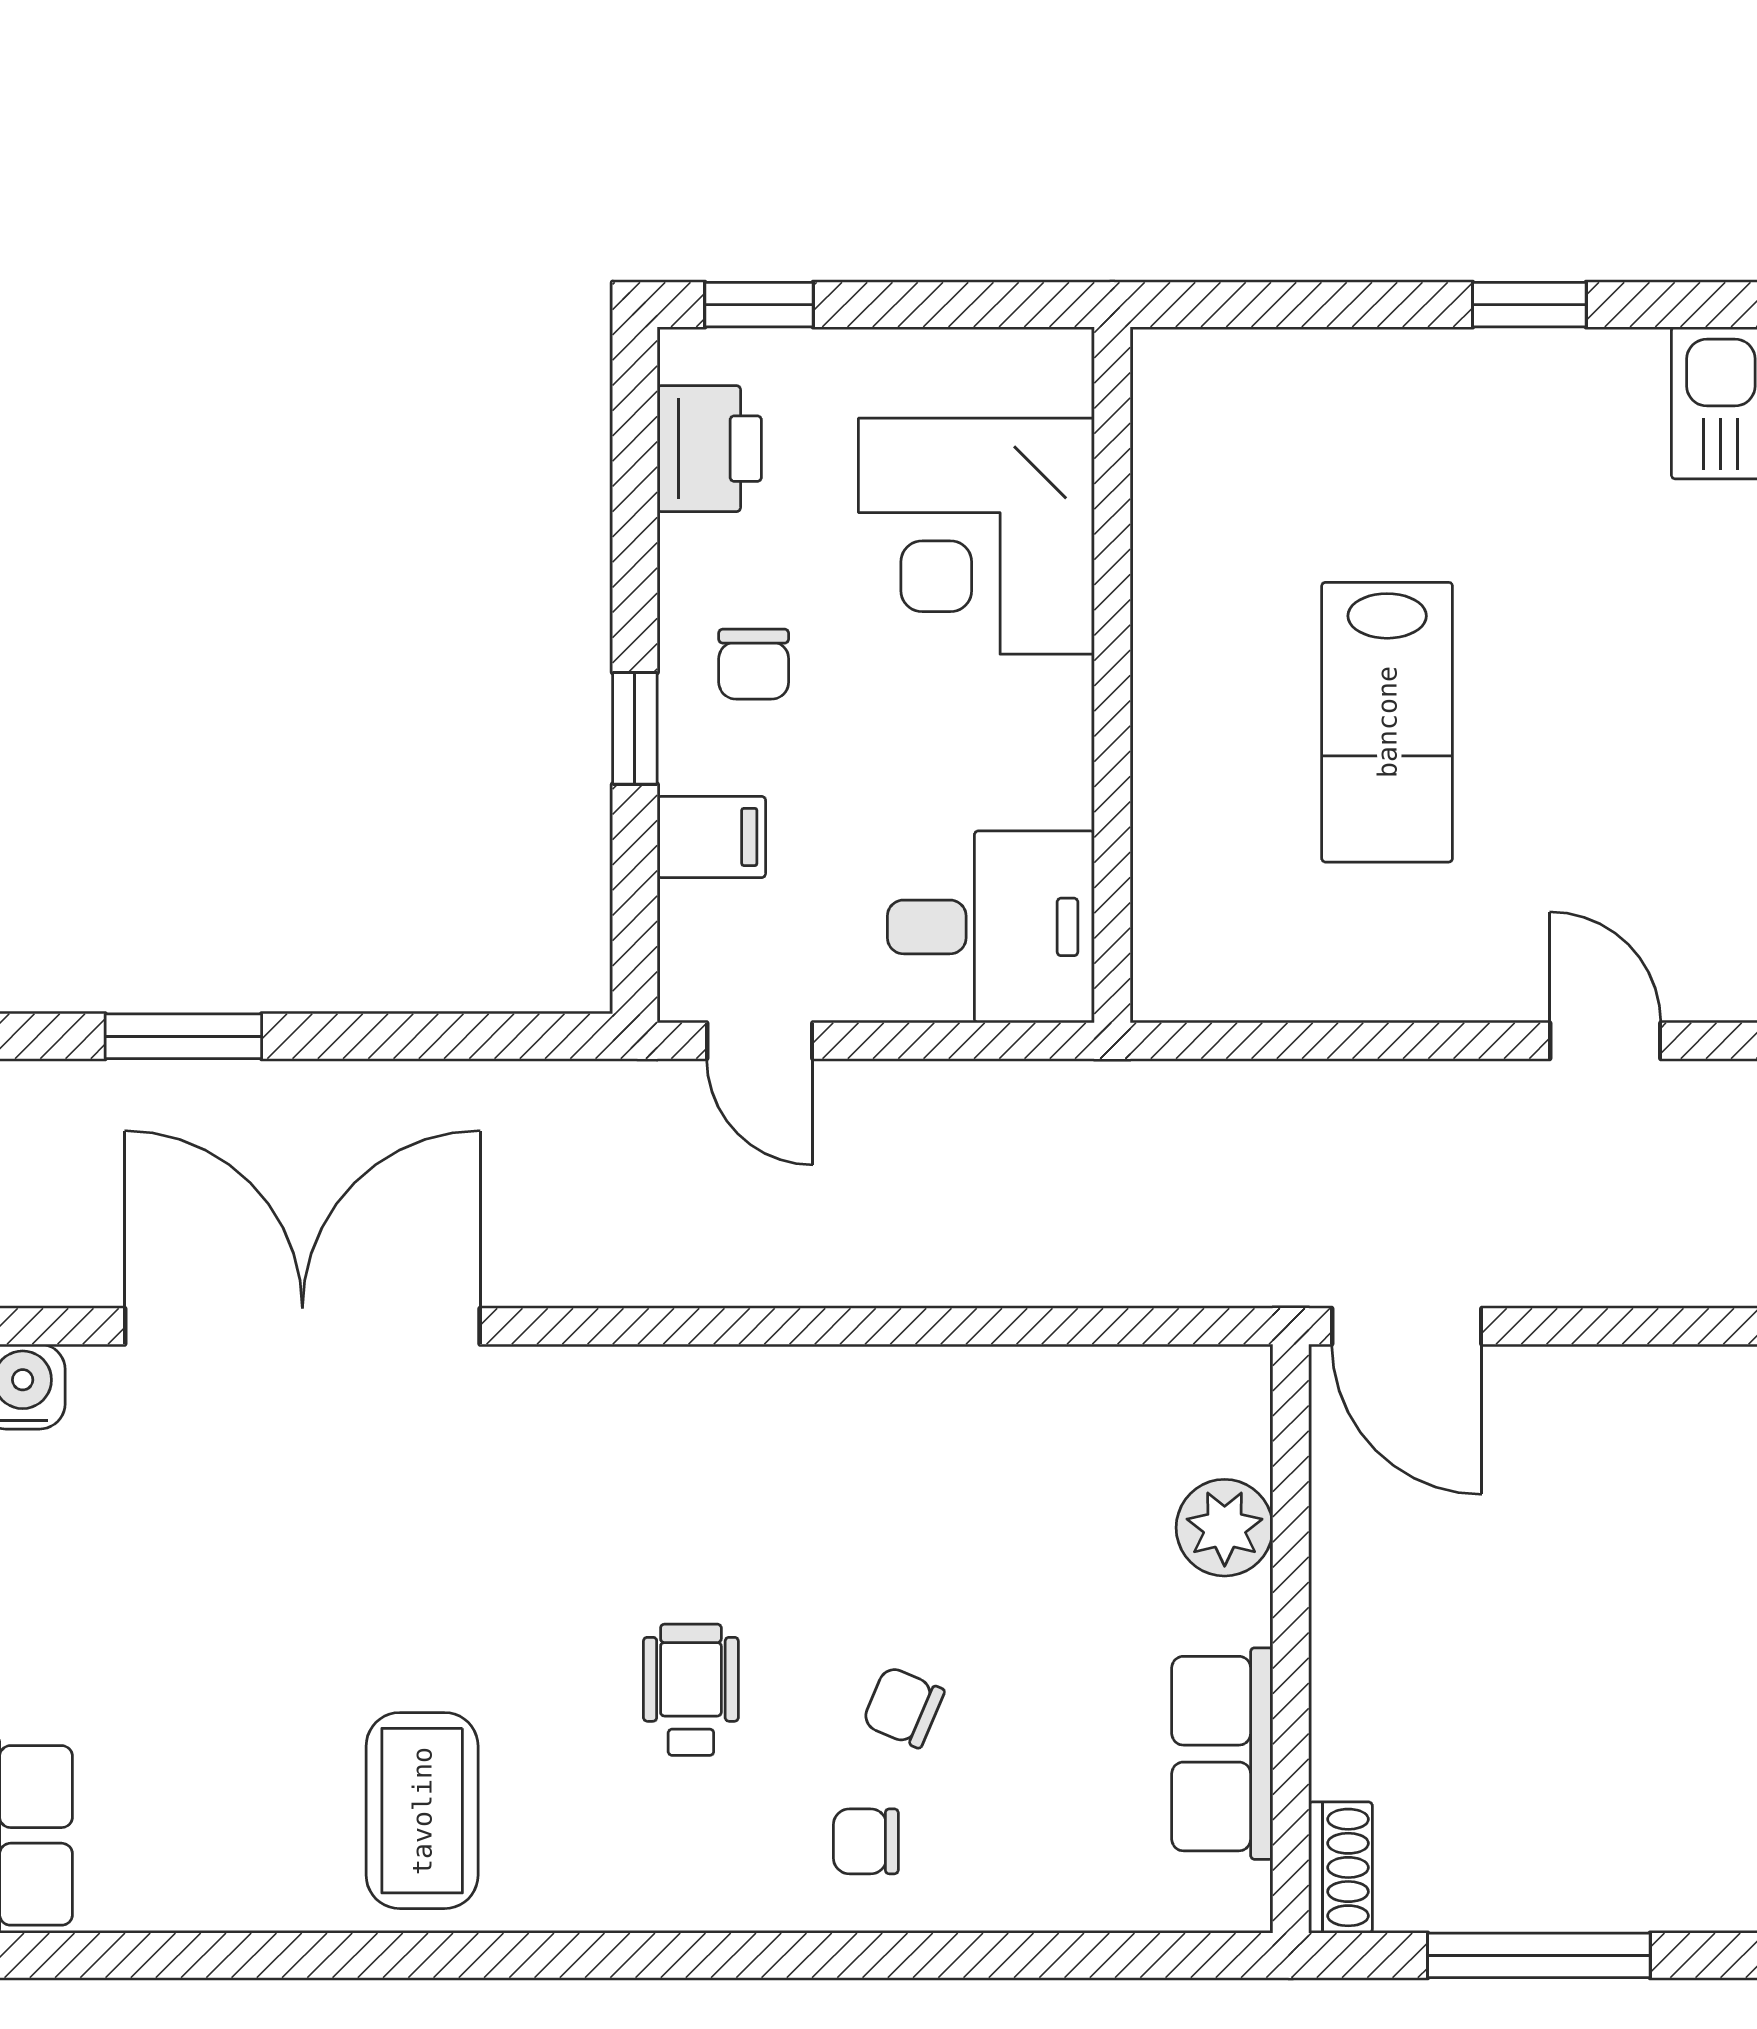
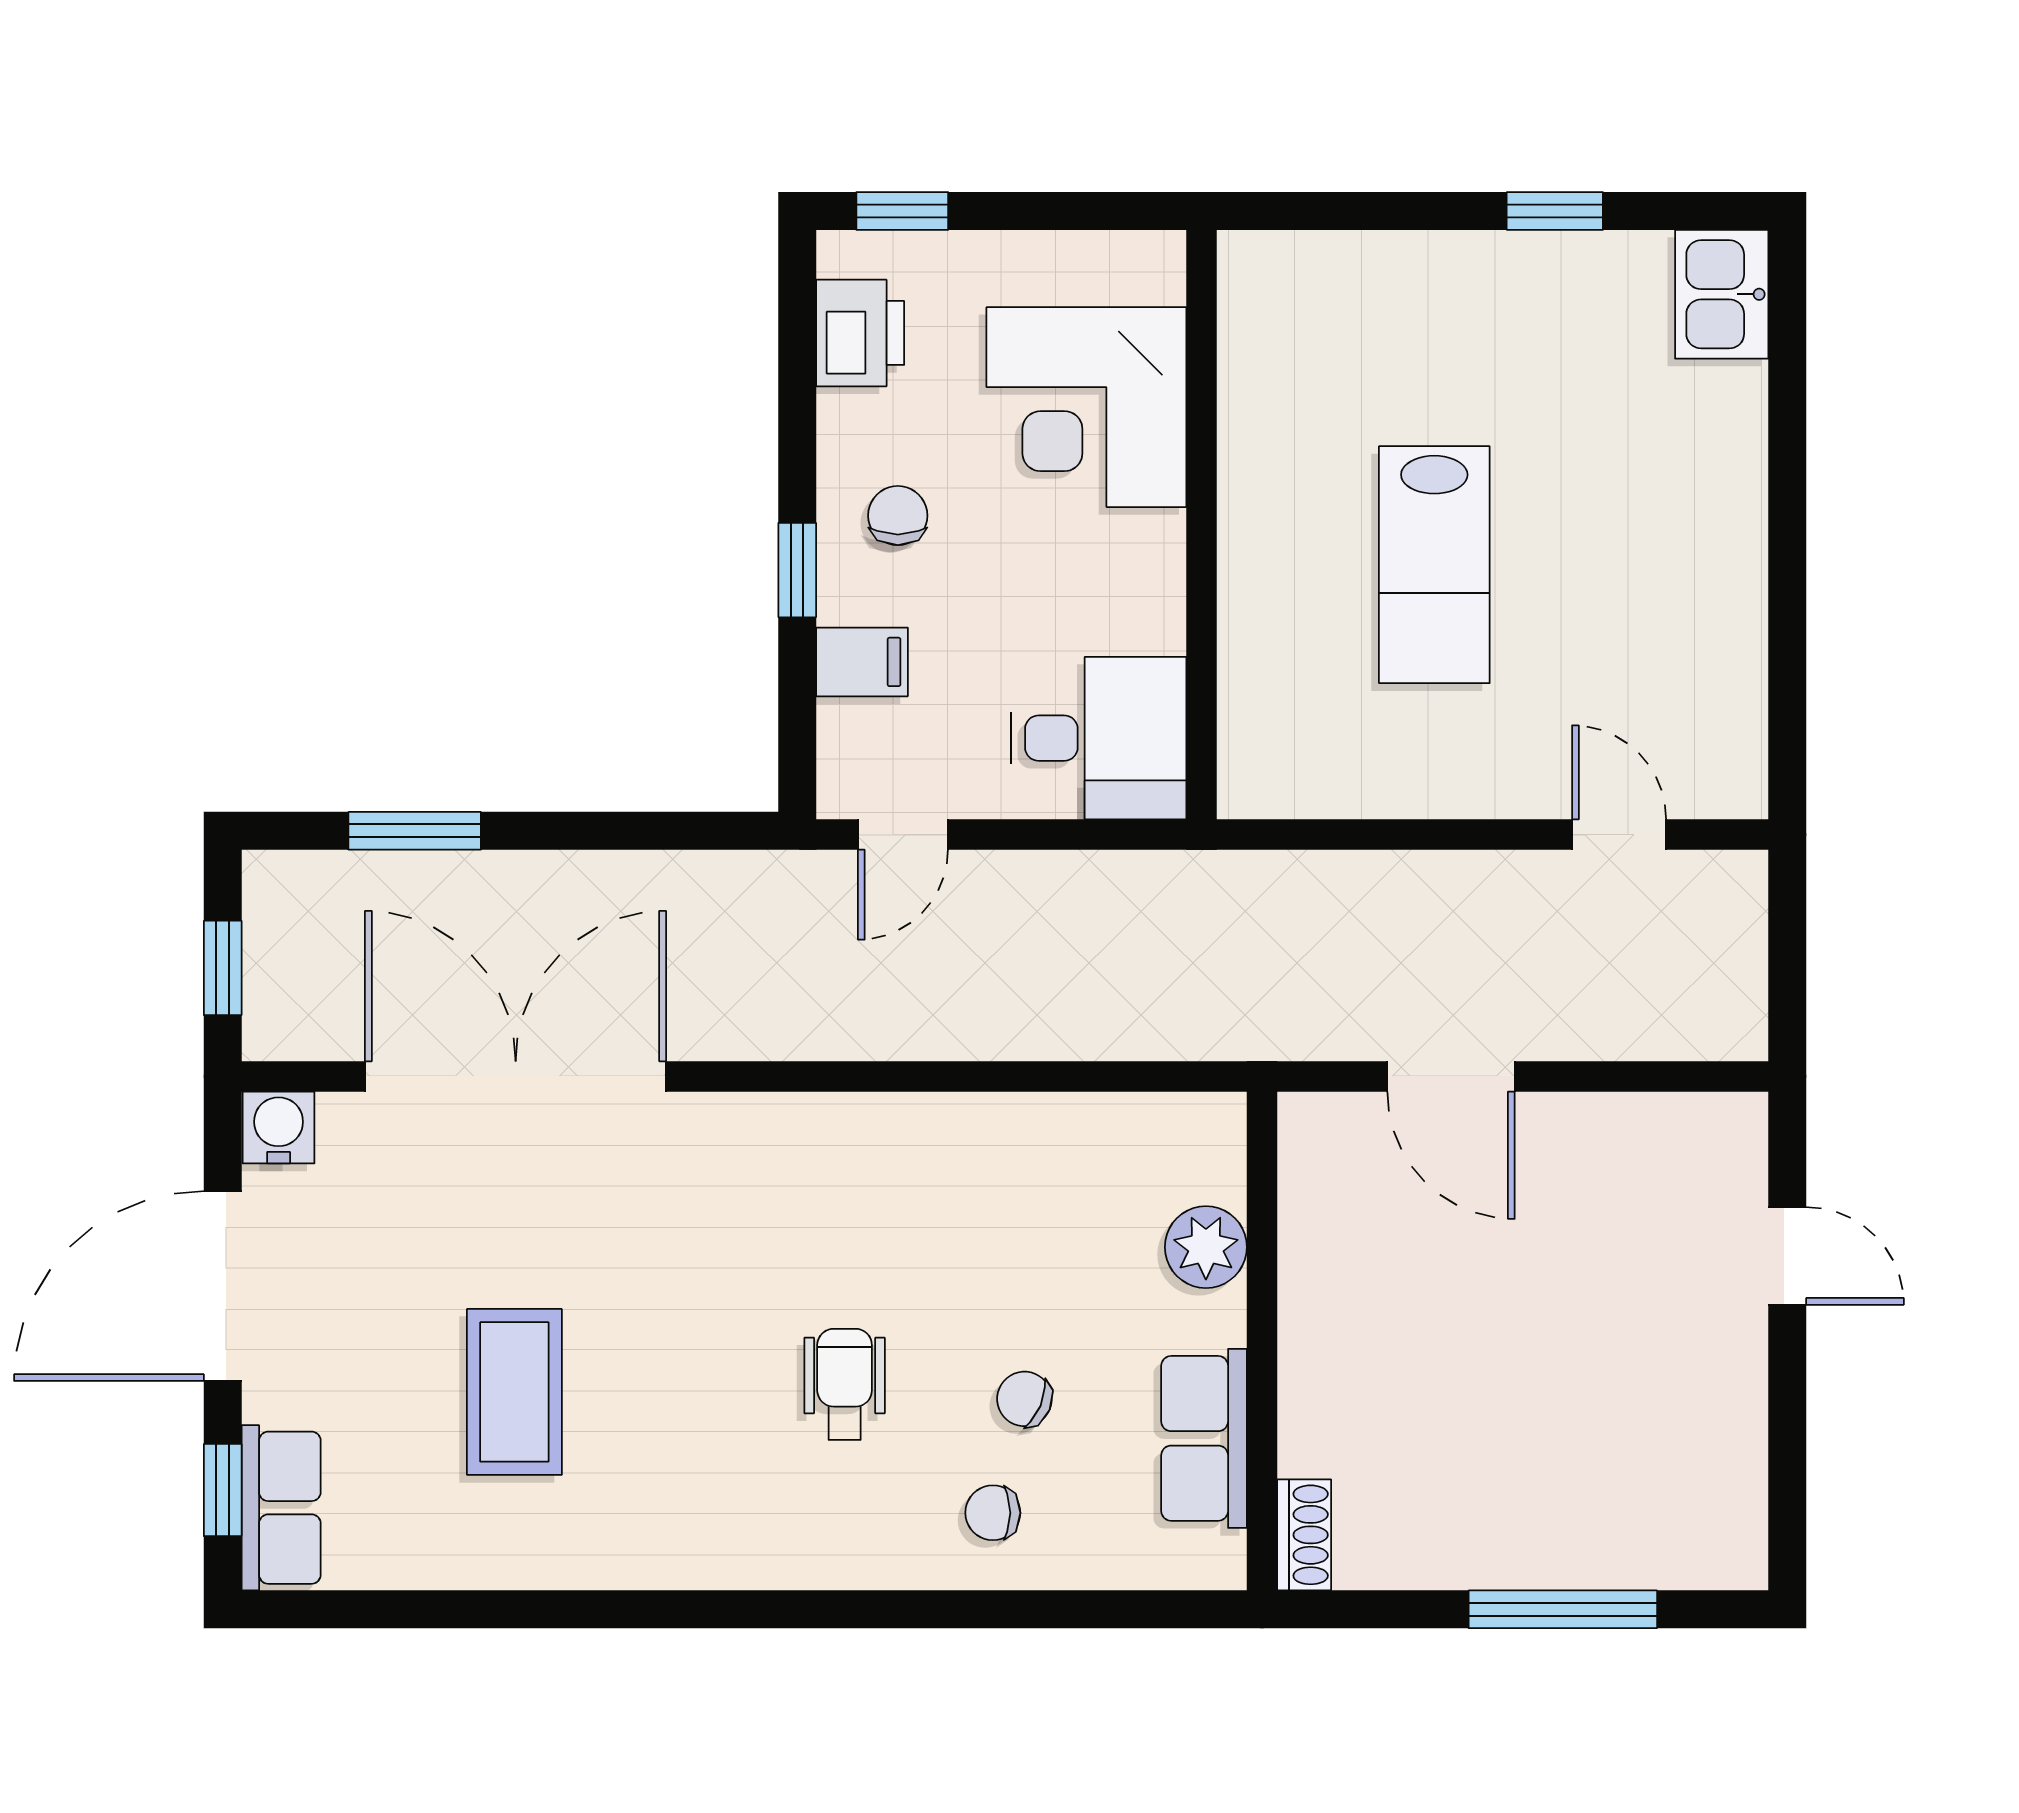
chair: (754, 664) -> (898, 516), turned 180
door: (760, 1041) -> (903, 835), hinge flipped
plant: (1225, 1528) -> (1206, 1247), moved
wall: (1291, 1639) -> (1262, 1341), moved
row of seats: (1222, 1754) -> (1204, 1438), moved
coffee table: (422, 1811) -> (514, 1392), moved
shoe rack: (1340, 1867) -> (1304, 1535), moved

